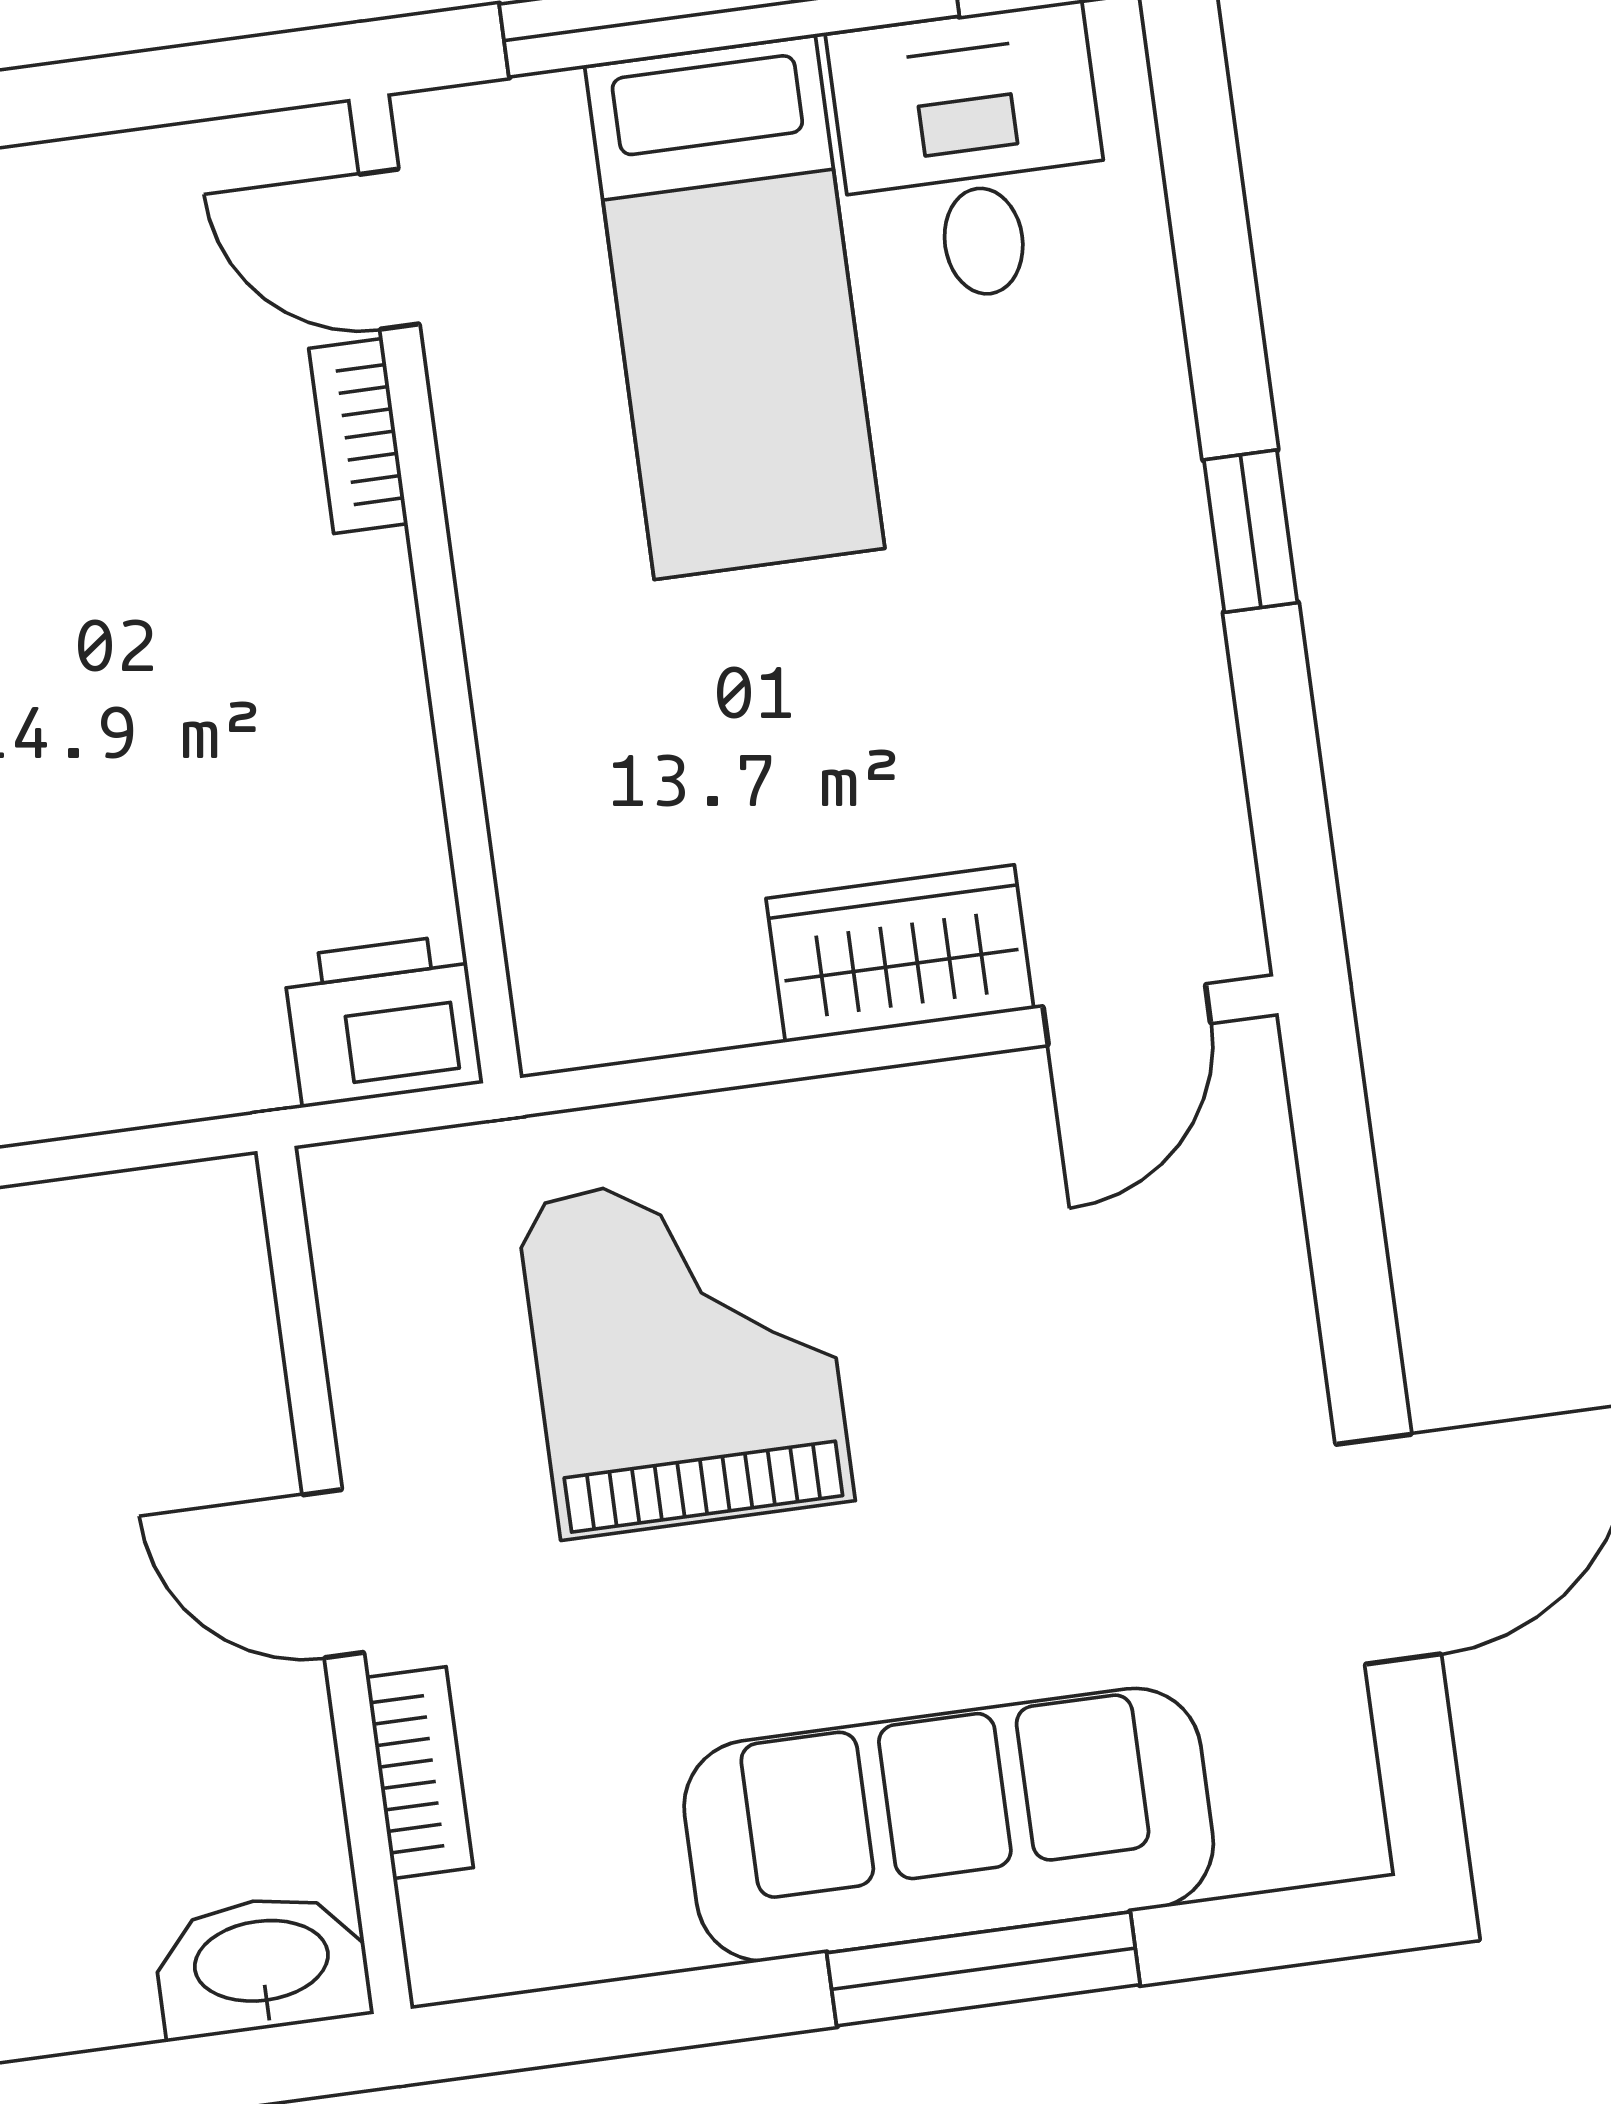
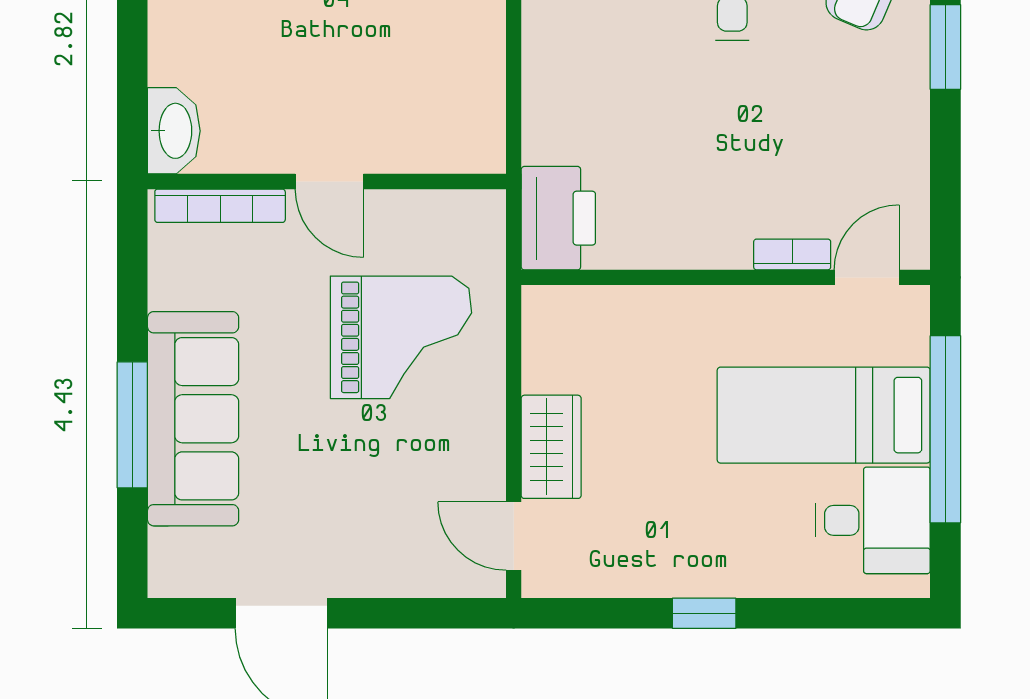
printer: (383, 1021) -> (558, 218), width x1.37, depth x1.19
door: (333, 1574) -> (329, 181), swing flipped
bookcase: (420, 1773) -> (220, 206), width x1.56

